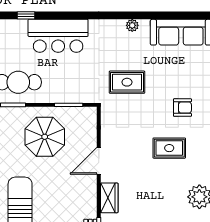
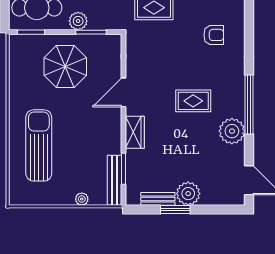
plant: (57, 95) -> (78, 21), added
rug: (169, 148) -> (193, 101), moved

